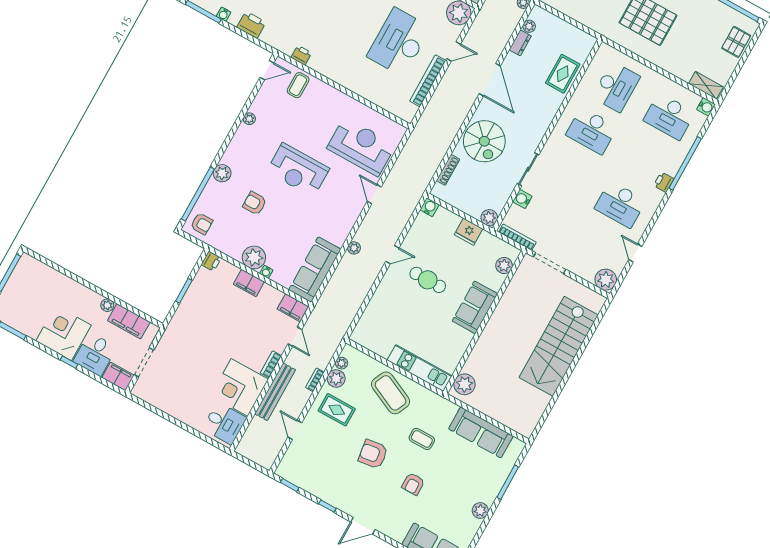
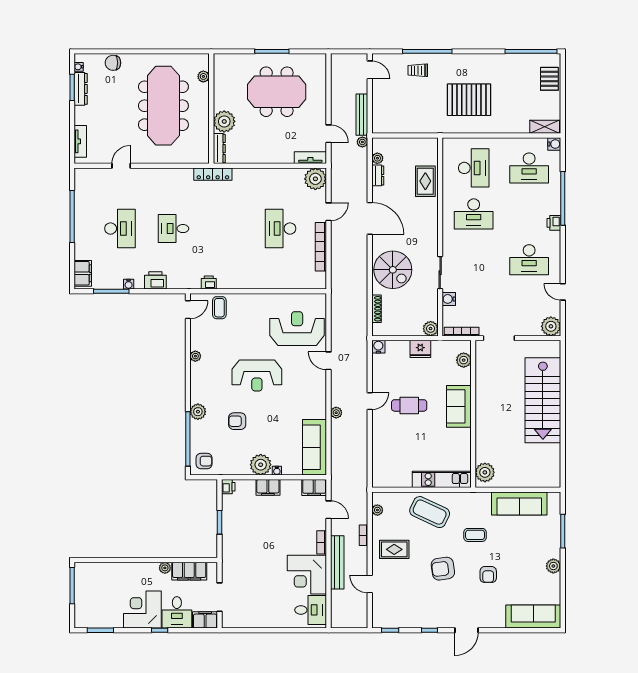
desk: (399, 42) -> (281, 229), width x0.73, depth x0.77
plant: (336, 379) -> (380, 525), removed

